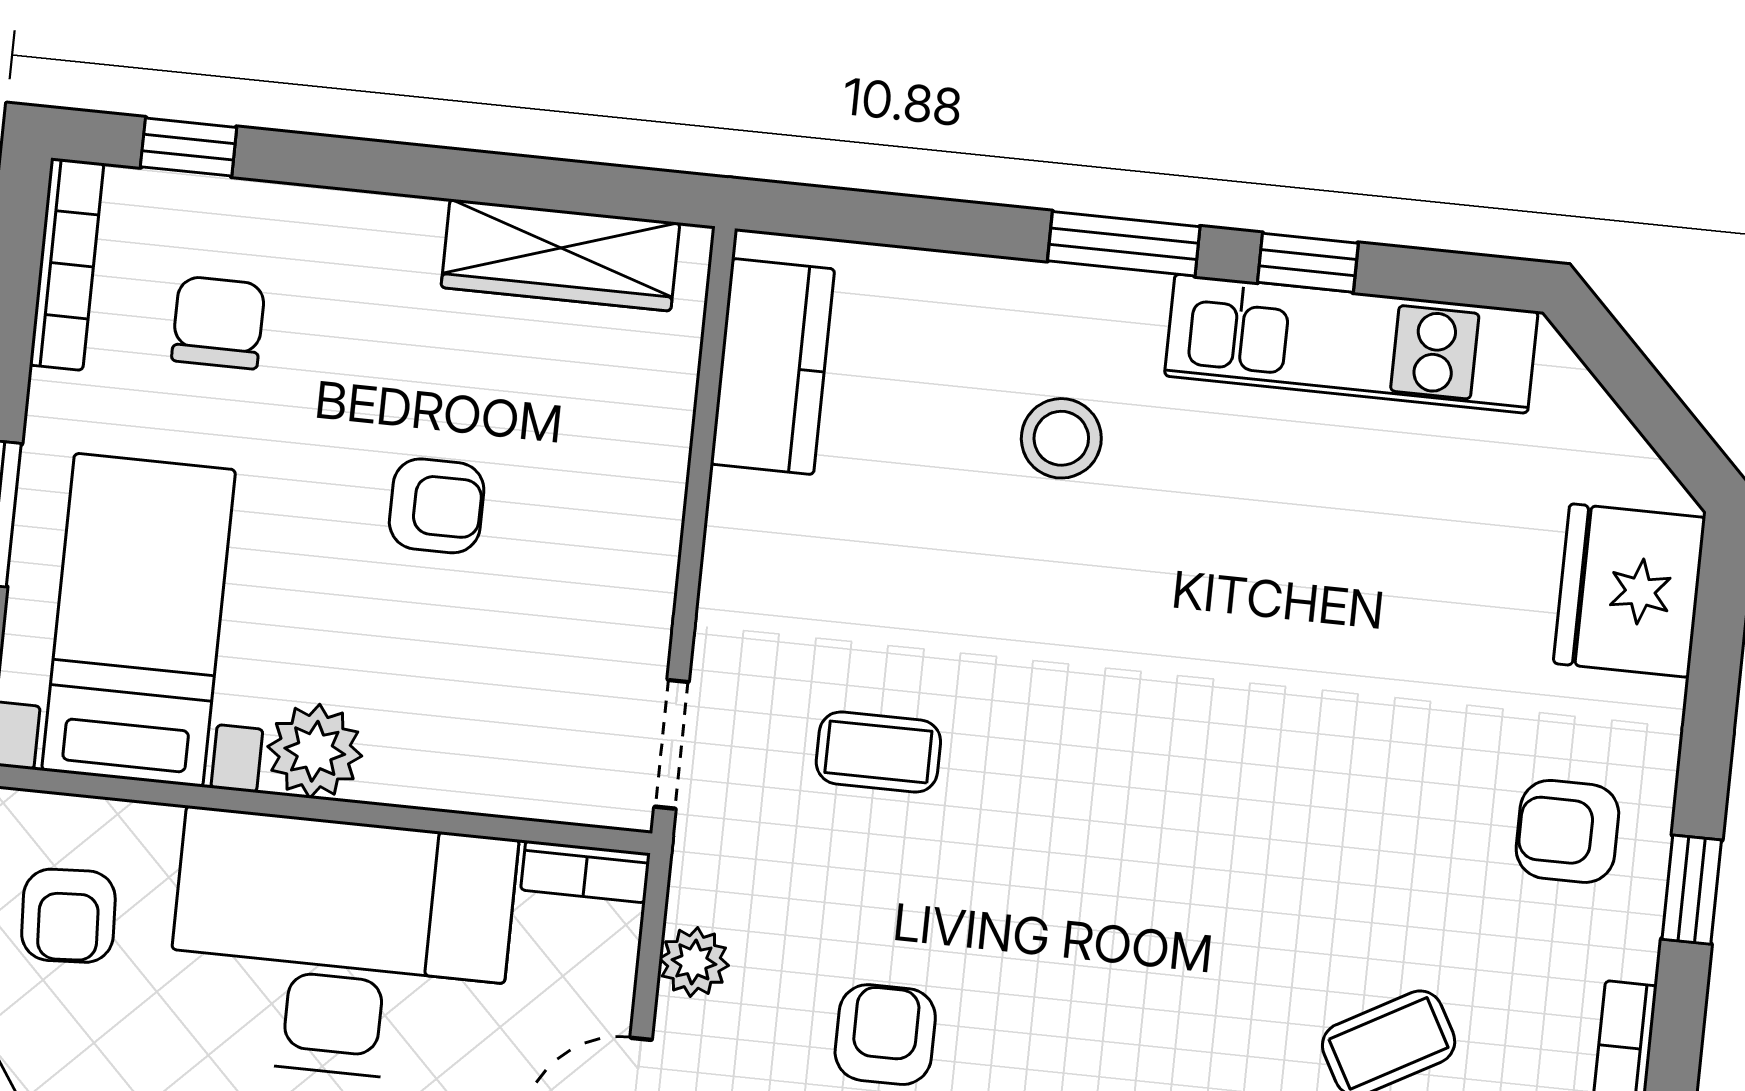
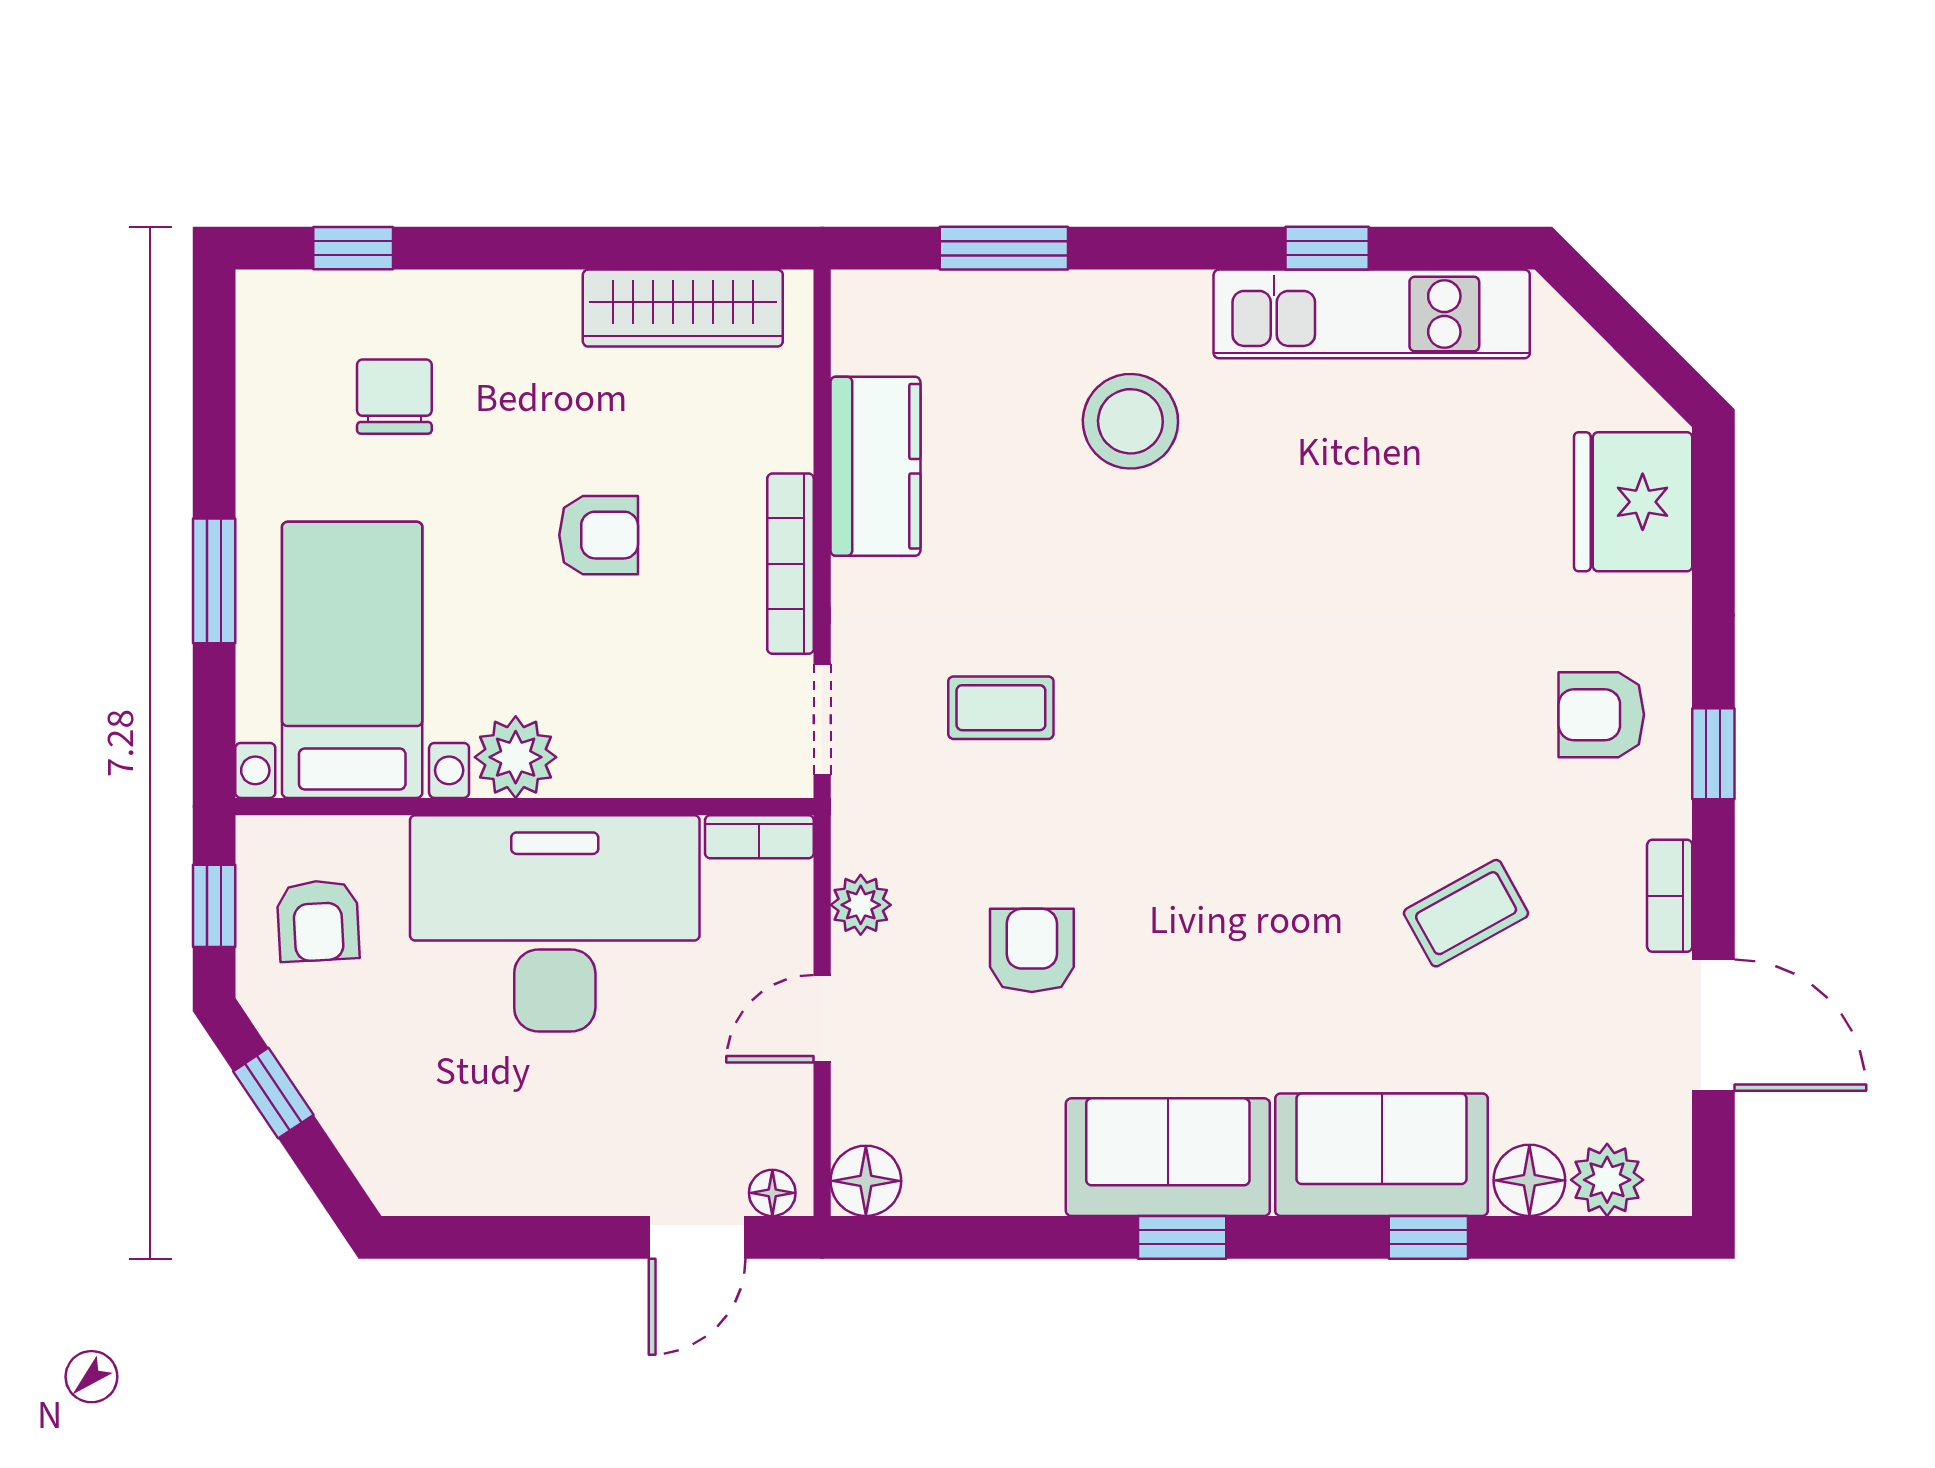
window: (1124, 244) -> (1004, 248), moved
bookcase: (67, 264) -> (790, 564), moved, turned 180
kitchen counter: (773, 367) -> (875, 466), moved
stool: (1061, 438) -> (1130, 421), width x1.38, depth x1.38

